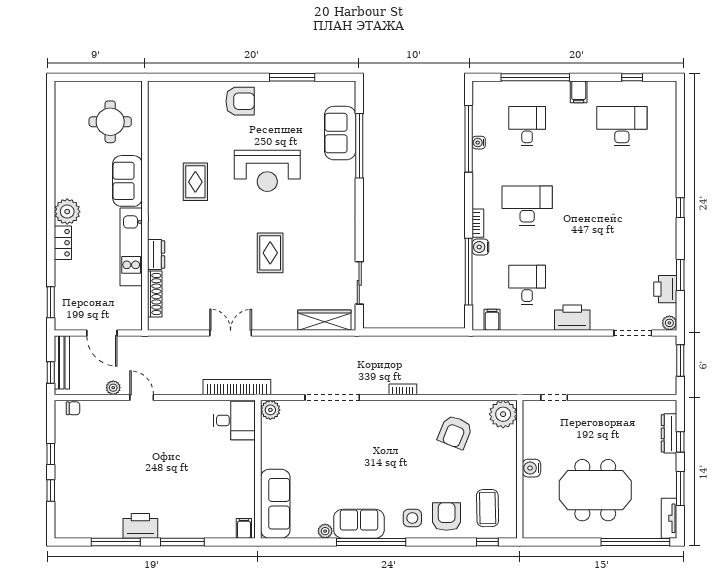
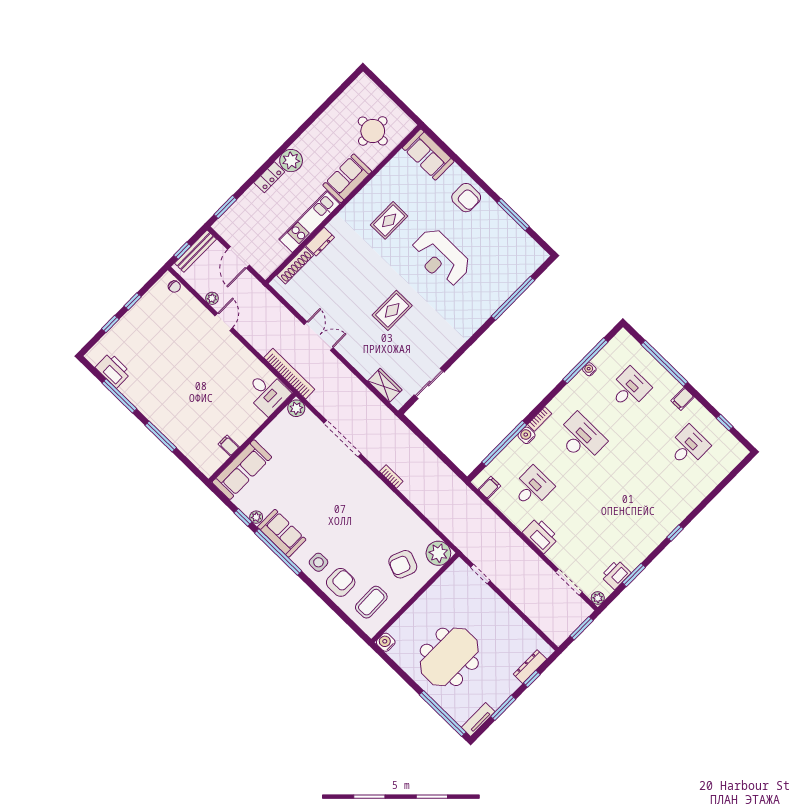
desk: (622, 126) -> (688, 447), width x0.73
sofa: (340, 133) -> (428, 155), moved, turned -90
wardrobe: (324, 320) -> (385, 385), width x0.67
armchair: (455, 432) -> (403, 564), moved
water cooler: (531, 468) -> (386, 642), moved
meeting table: (595, 490) -> (449, 657), turned 90
printer: (140, 526) -> (113, 370), moved
filing cabinet: (244, 528) -> (229, 446), moved, turned -90
window: (487, 542) -> (243, 517), moved

